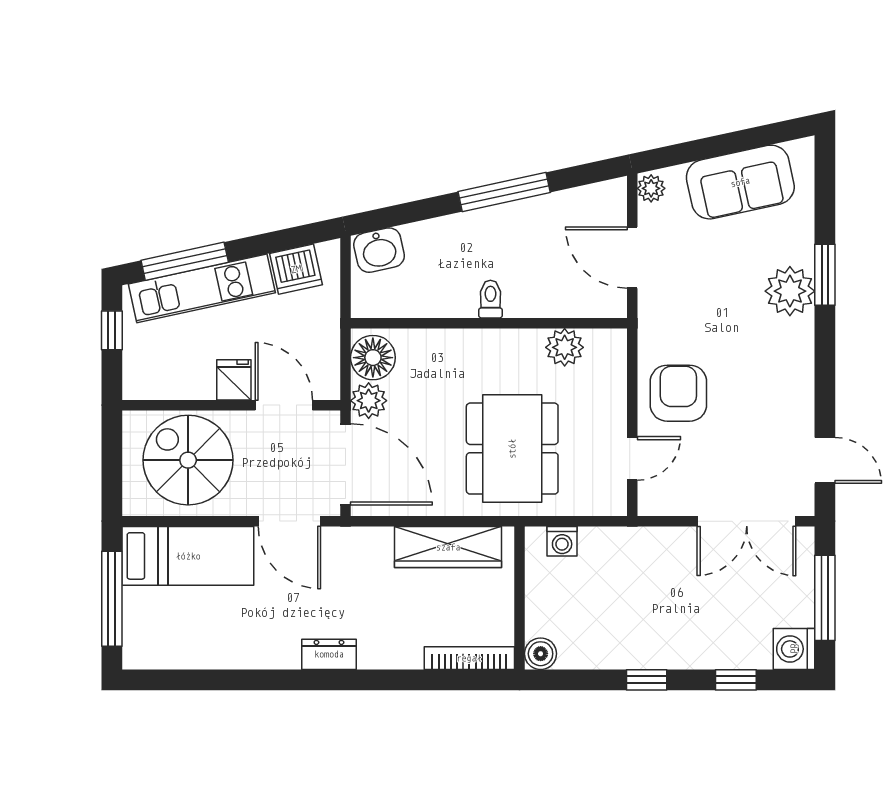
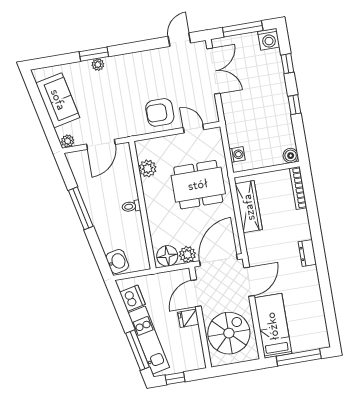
plant: (790, 291) -> (98, 65), width x0.53, depth x0.53
spiral stairs: (188, 460) -> (229, 333), turned 180

